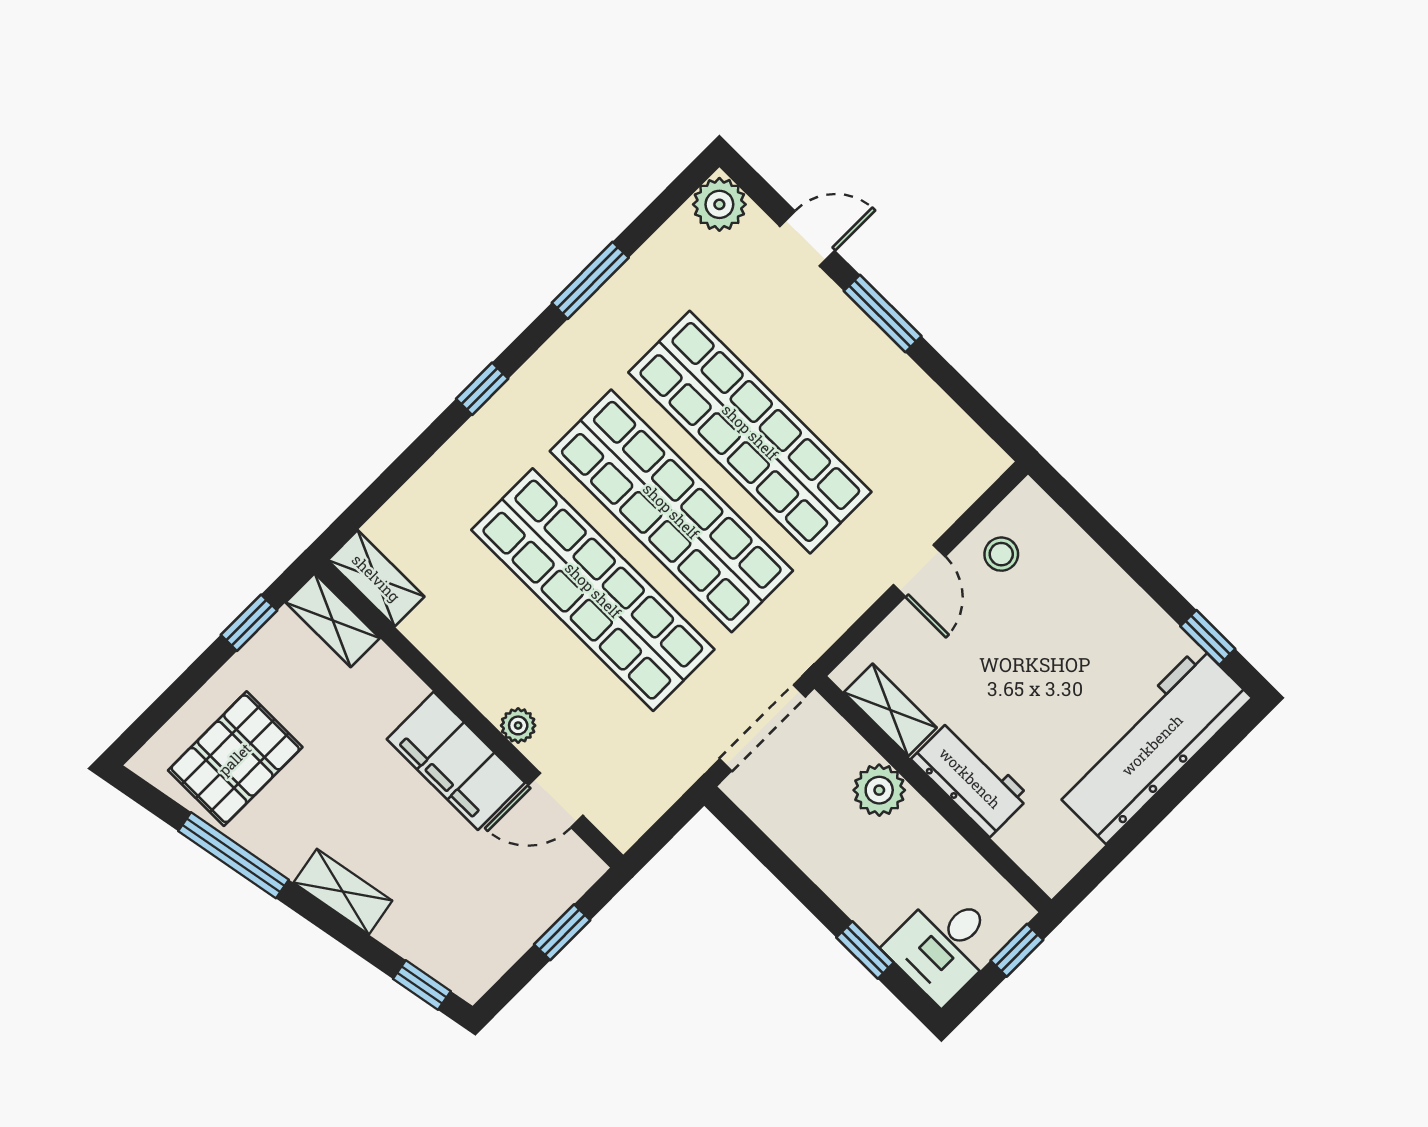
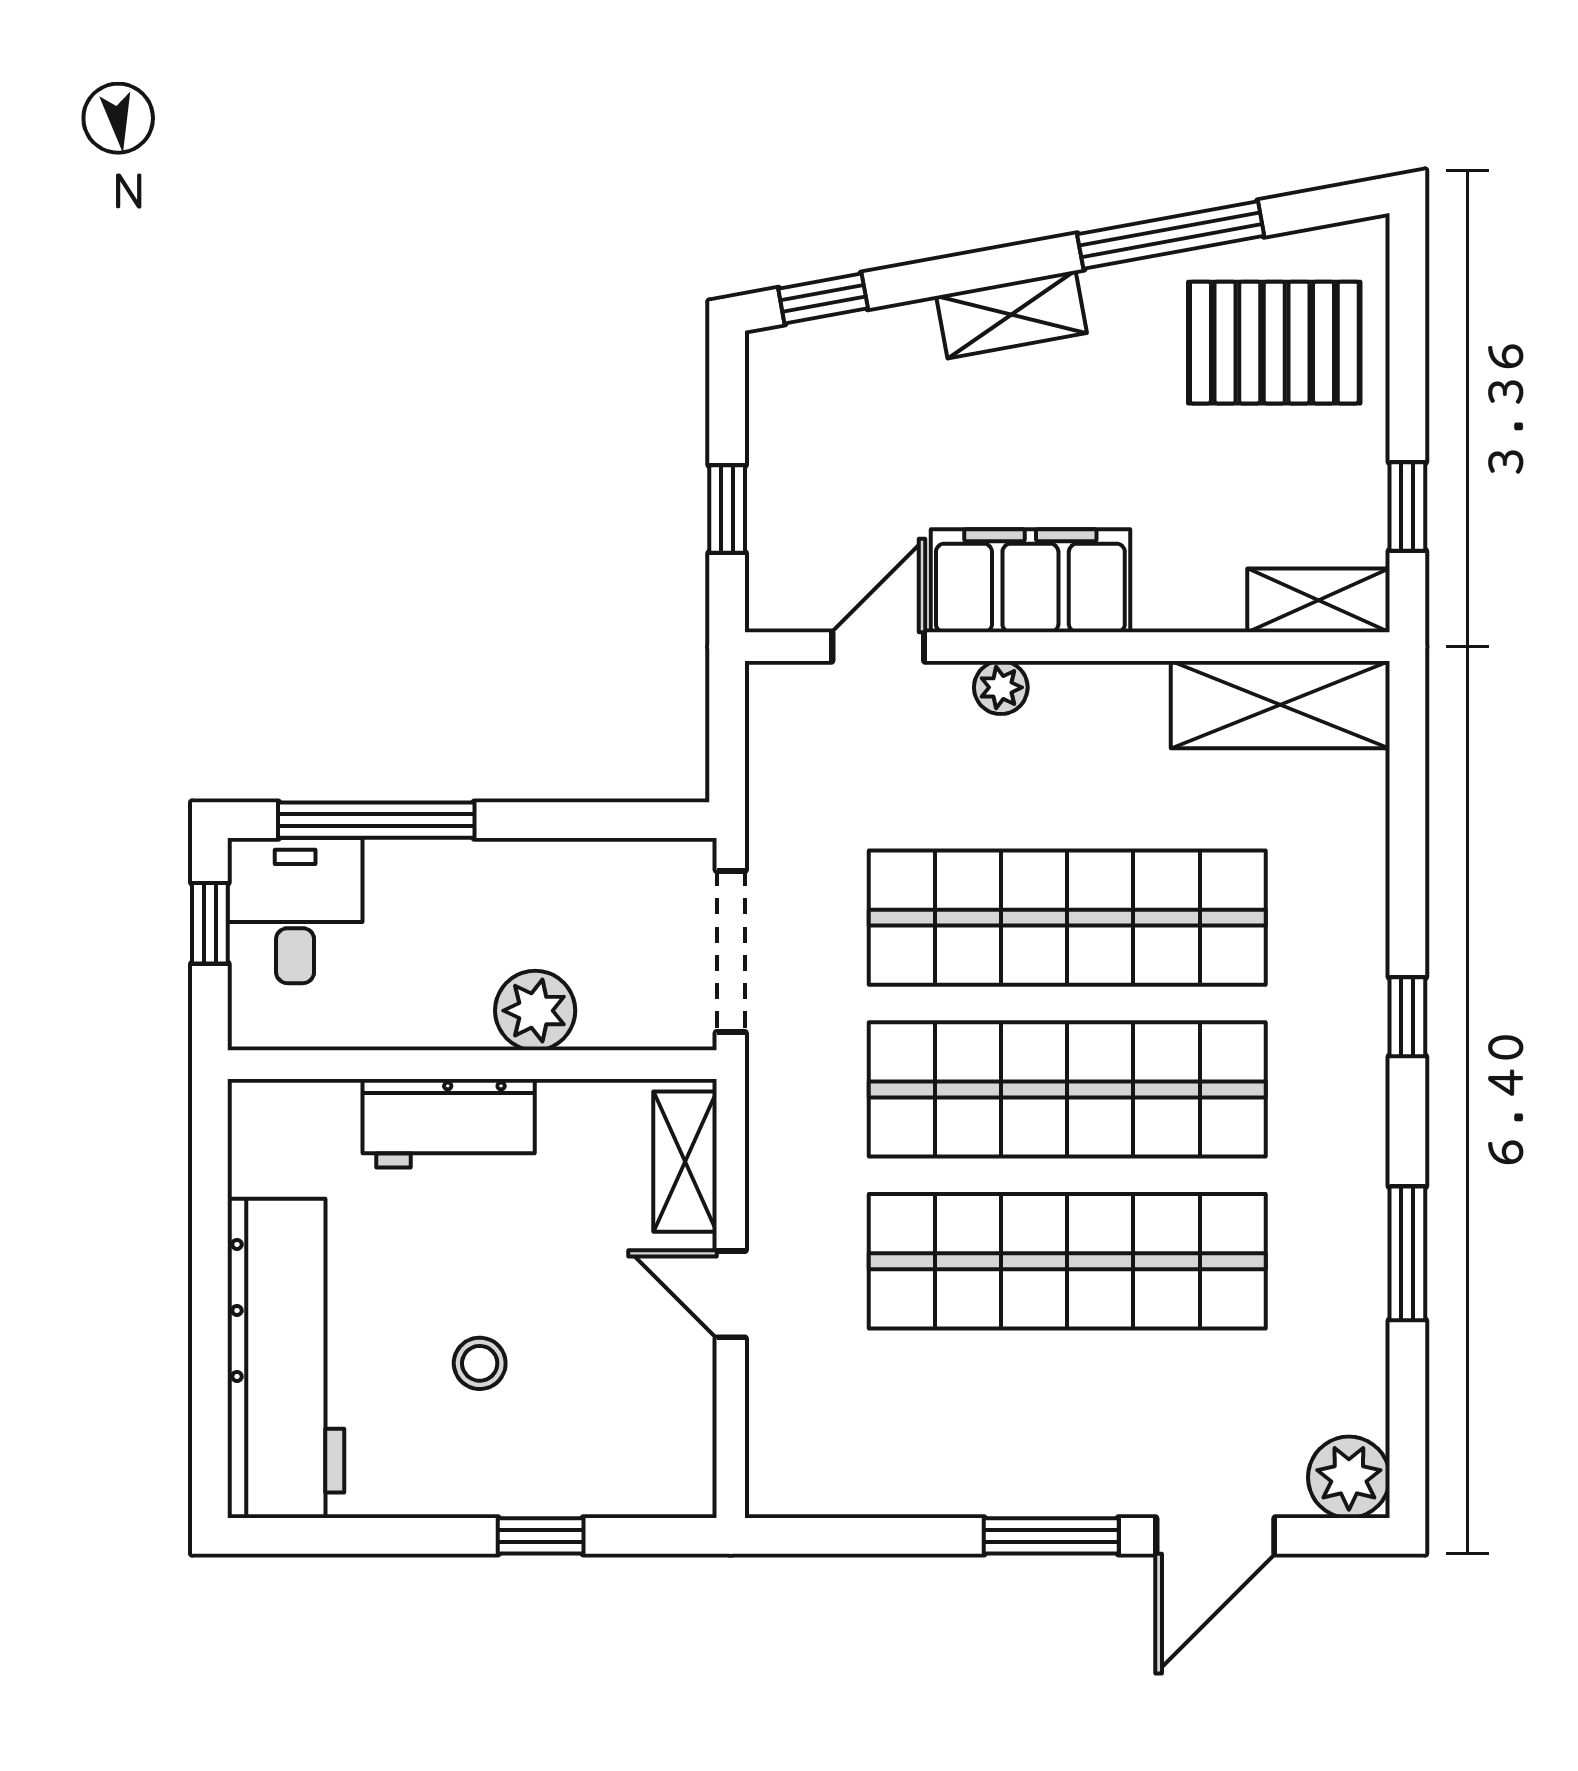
door: (807, 238) -> (1215, 1536), width x1.37
stool: (1001, 554) -> (480, 1363), moved
shelving: (376, 578) -> (1280, 705), width x1.50, depth x1.33
window: (1208, 638) -> (541, 1536), moved
shelving: (890, 710) -> (685, 1162), moved, turned 90
pallet: (235, 759) -> (1274, 343), turned 90
window: (865, 950) -> (376, 820), width x2.17
window: (1017, 950) -> (210, 923), moved

